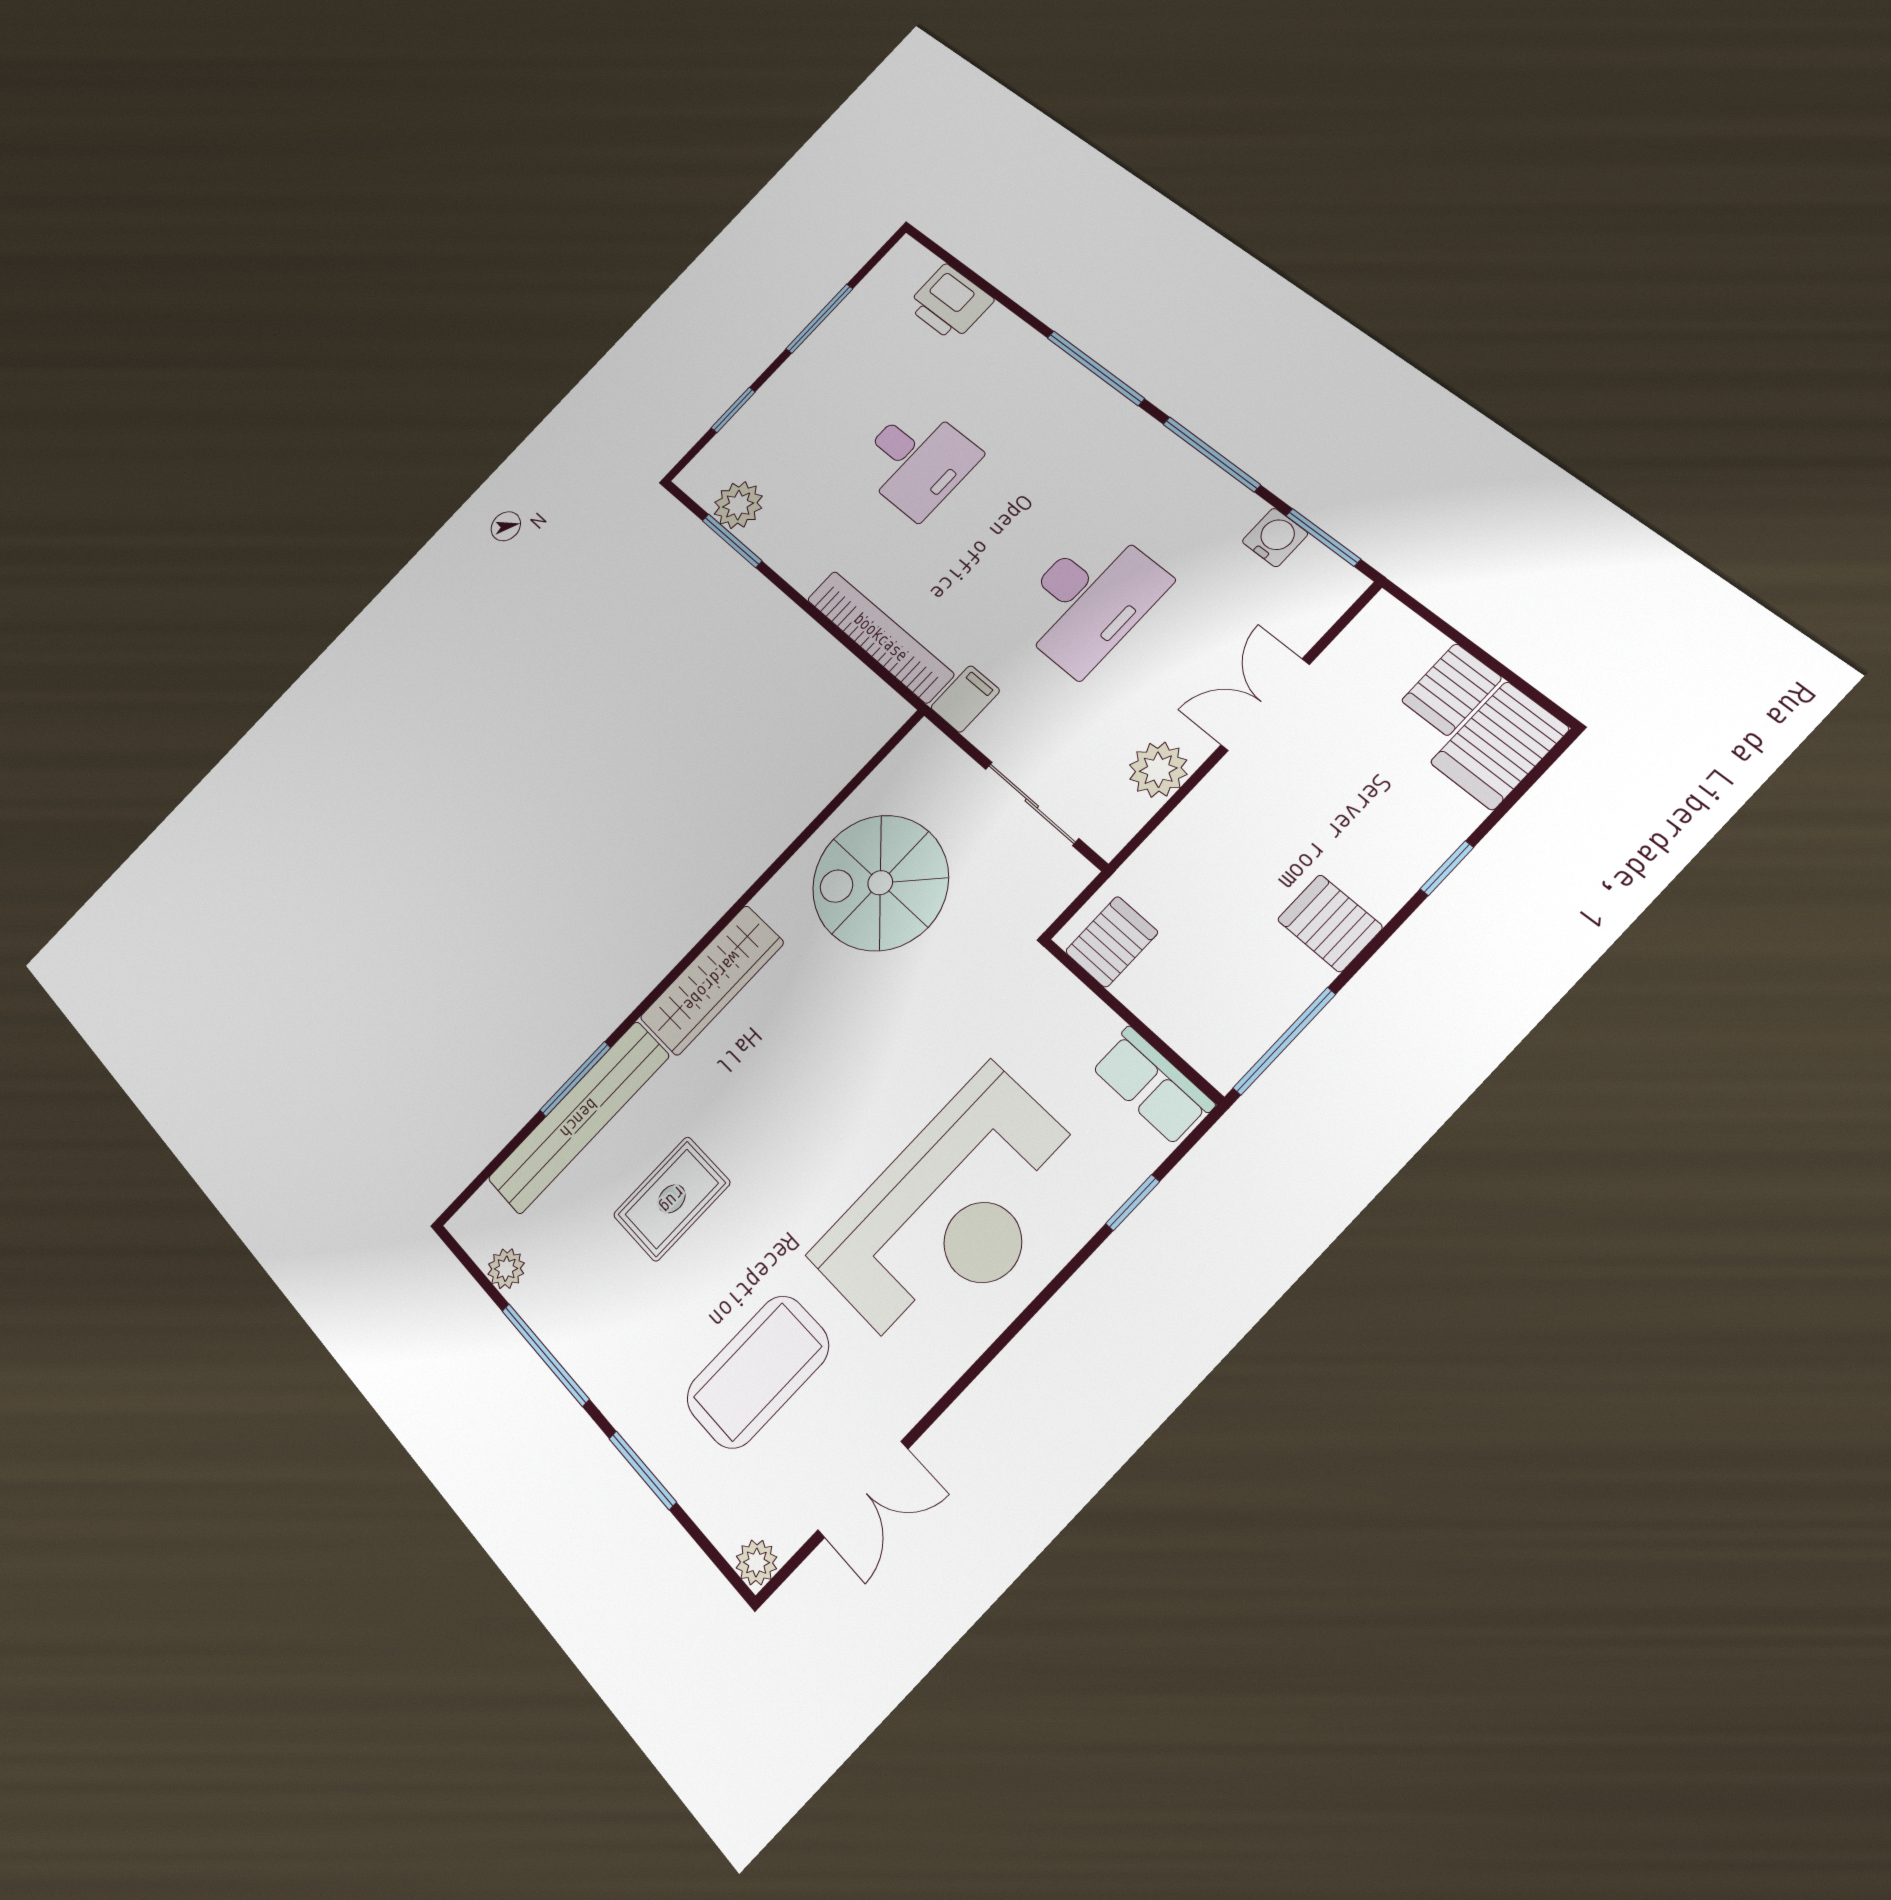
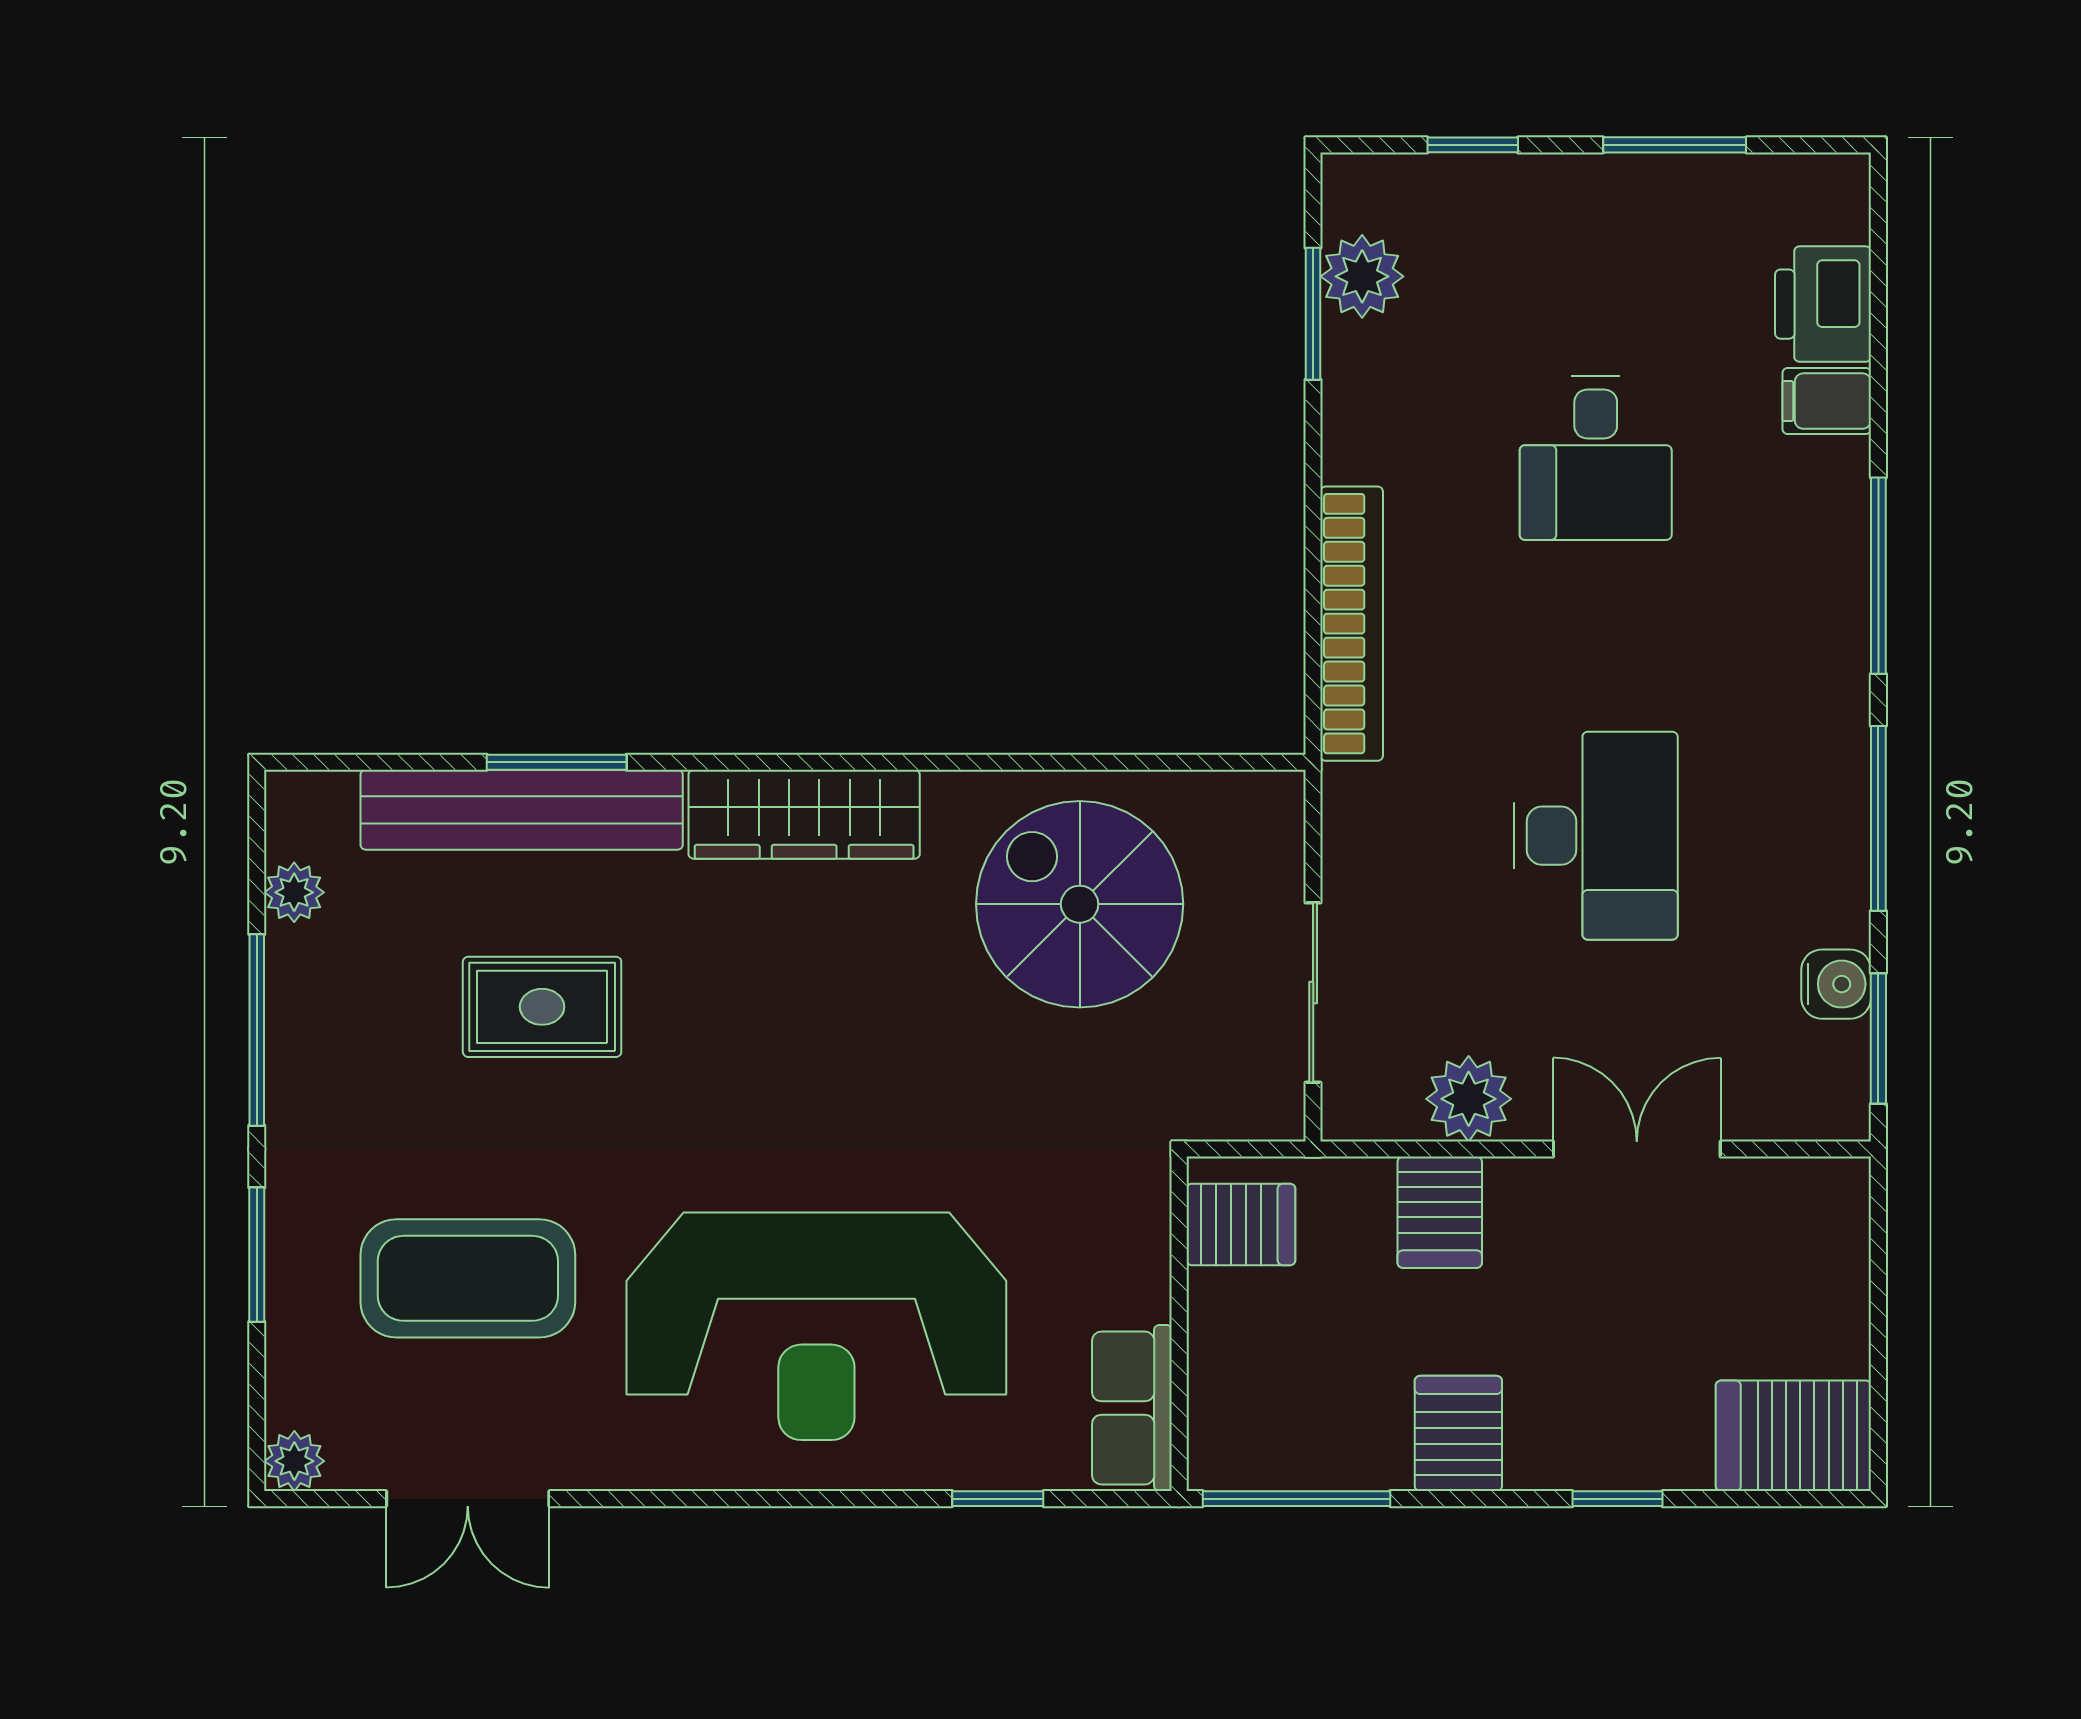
desk: (1089, 600) -> (1596, 836), turned -90
server rack: (1452, 689) -> (1440, 1212), moved, turned -90
filing cabinet: (965, 699) -> (1827, 401), moved, turned 180

